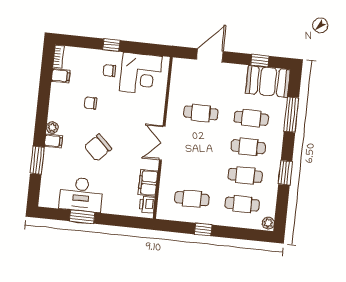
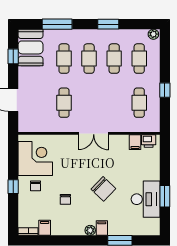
filing cabinet: (148, 183) -> (135, 142), width x0.50

